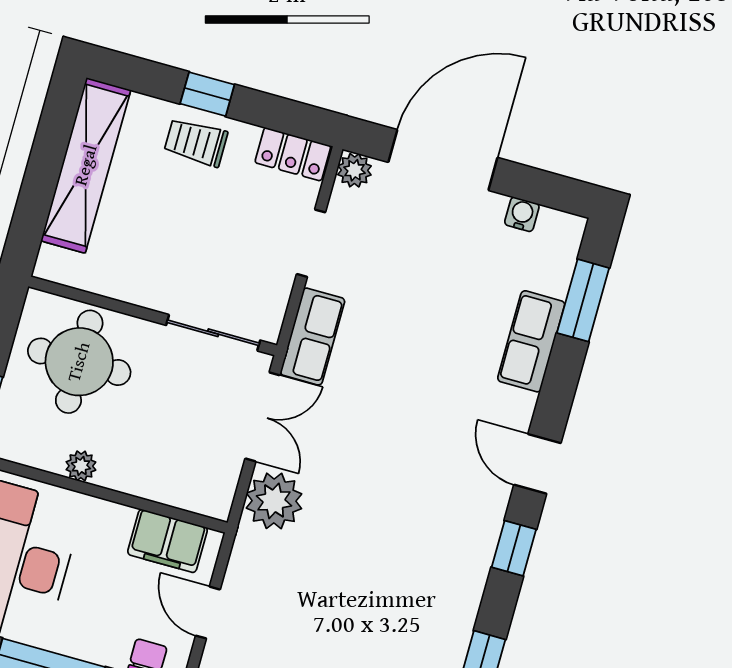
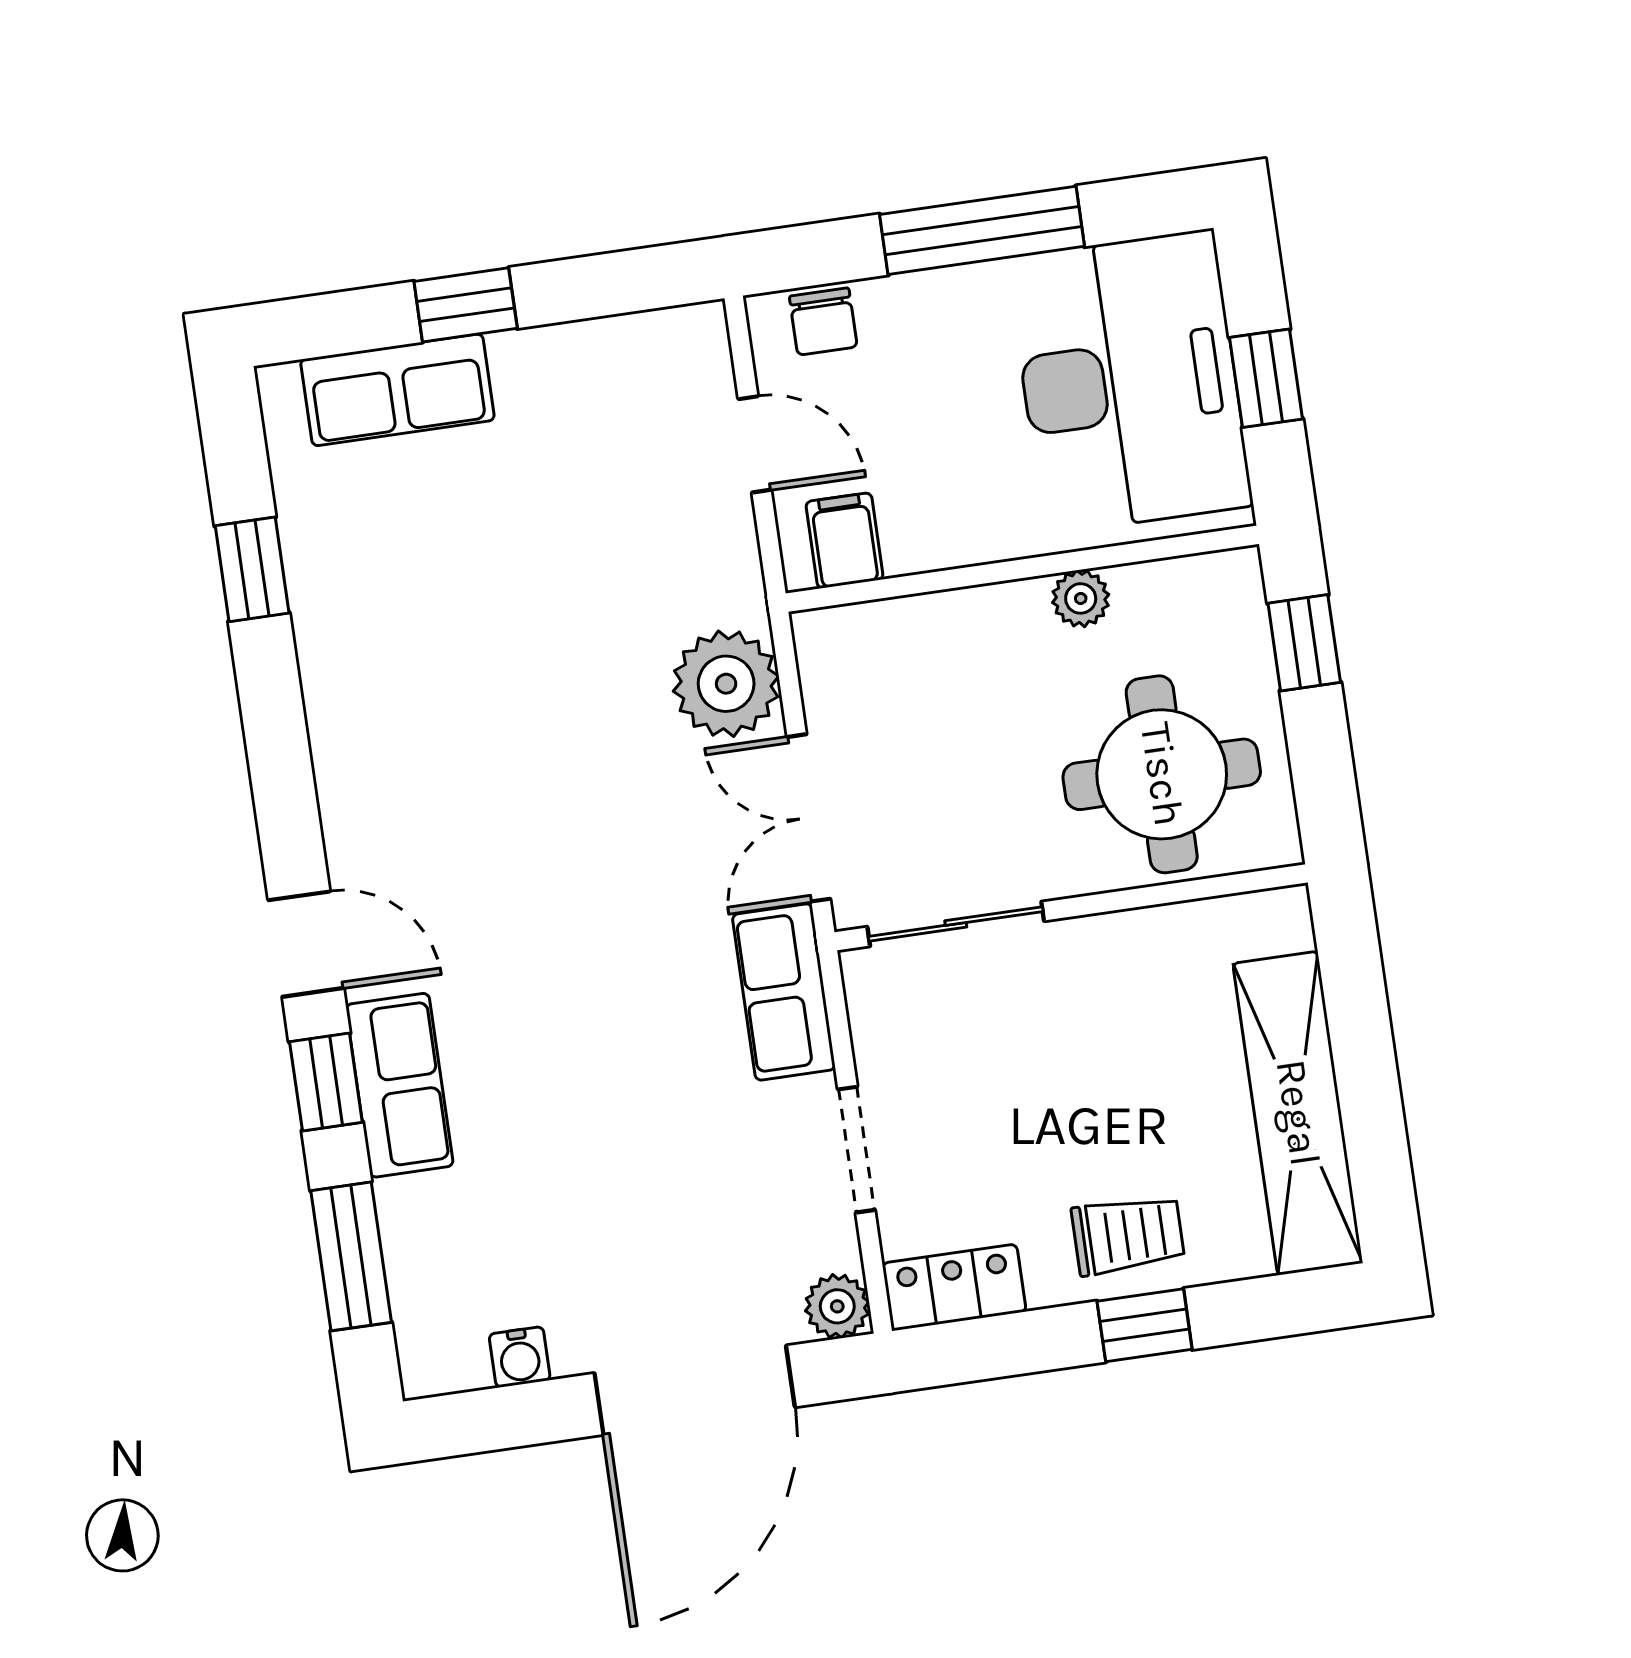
row of seats: (531, 341) -> (399, 1085), moved
filing cabinet: (167, 541) -> (844, 541), width x0.50
window: (514, 548) -> (326, 1082), moved

